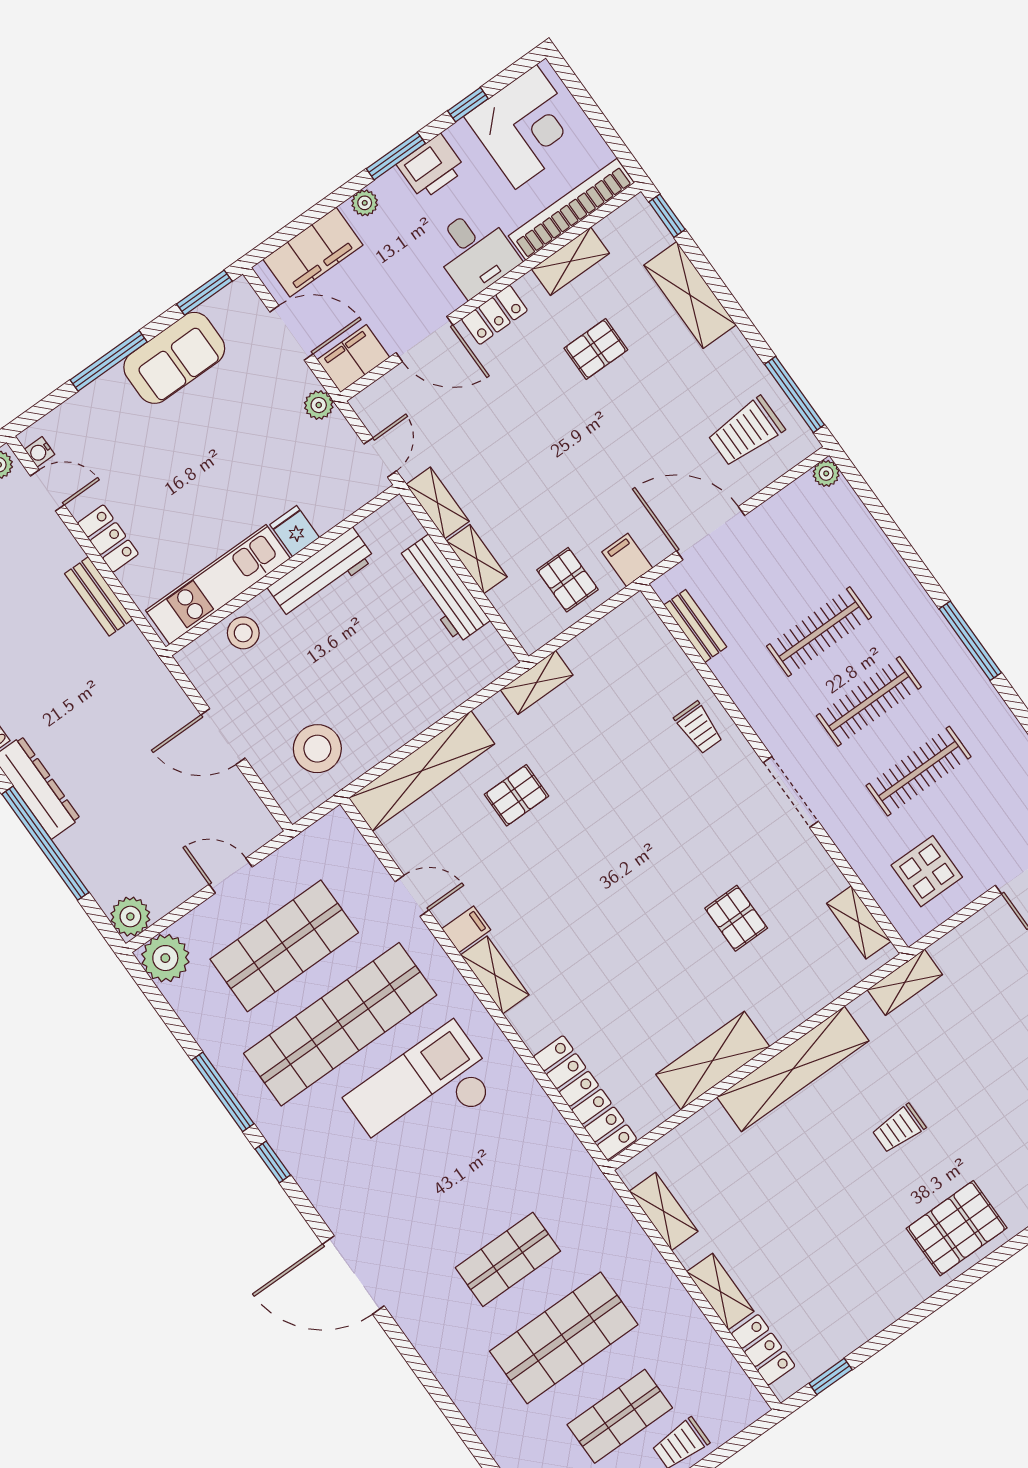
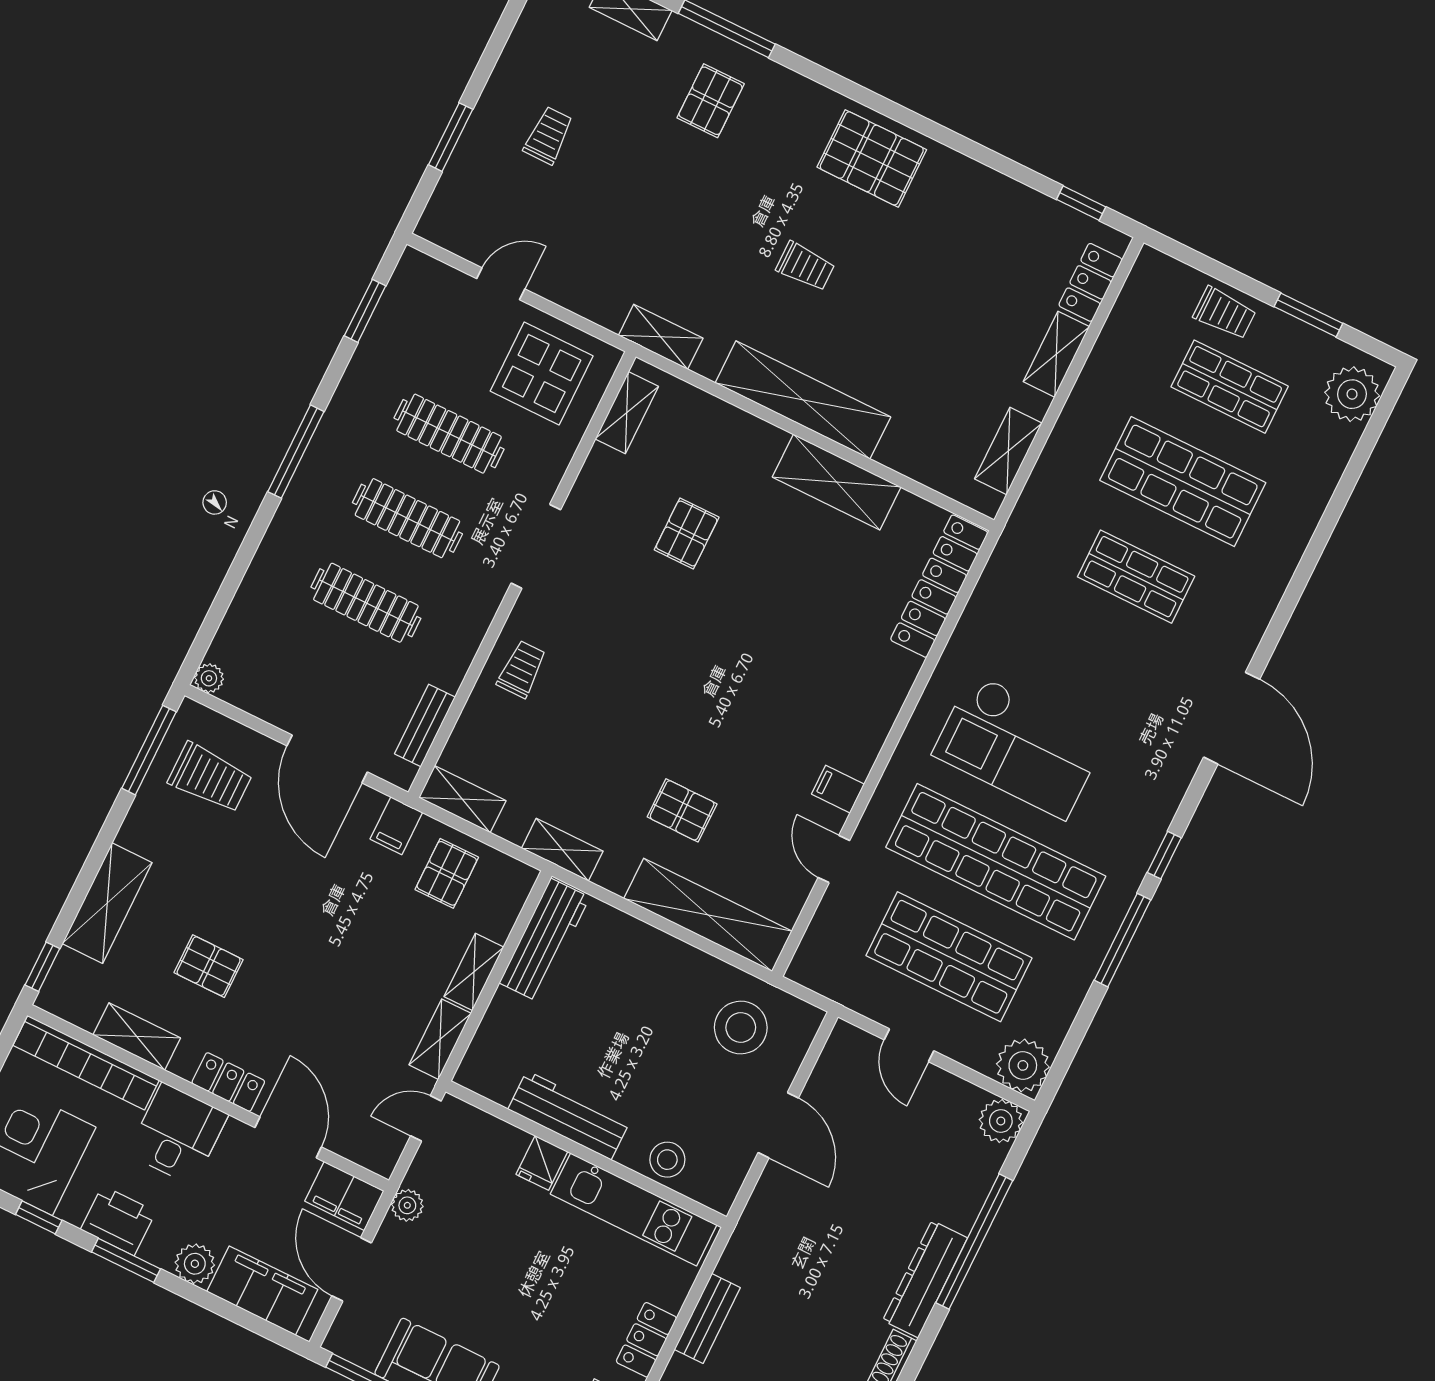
plant: (365, 203) -> (195, 1264), width x1.38, depth x1.38
workbench: (443, 589) -> (544, 940), moved
display table: (927, 871) -> (542, 373), width x1.36, depth x1.36
shelving: (495, 975) -> (462, 799), moved, turned 90

